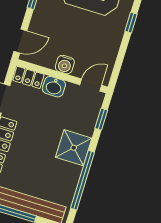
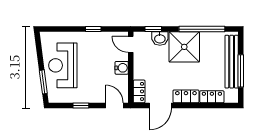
window: (131, 23) -> (93, 29), moved
washbasin: (54, 87) -> (160, 39), moved, turned 90
shower: (74, 148) -> (184, 47), width x1.37, depth x1.37

